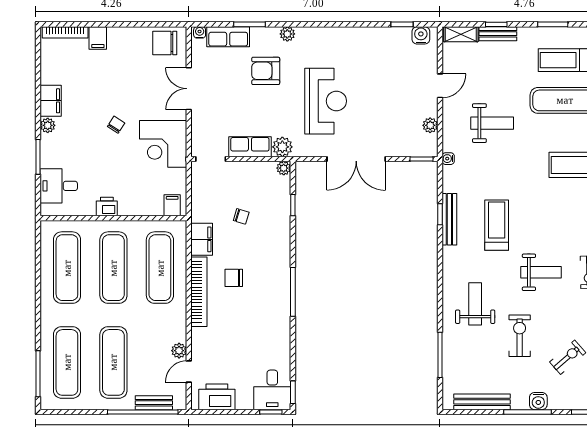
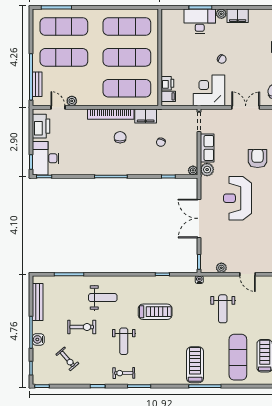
reception desk: (326, 101) -> (237, 198), turned 90
desk: (59, 186) -> (200, 21), moved, width x1.37
printer: (107, 207) -> (167, 83), moved
bench: (449, 219) -> (159, 280), removed
desk: (272, 390) -> (46, 158), width x1.37

